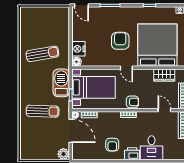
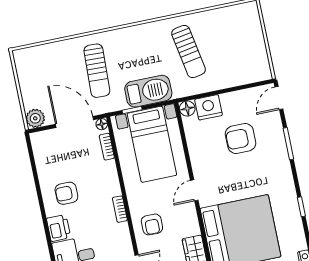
armchair: (120, 41) -> (241, 139), moved, turned 180
armchair: (132, 102) -> (152, 224), moved
door: (71, 131) -> (75, 122), swing flipped

